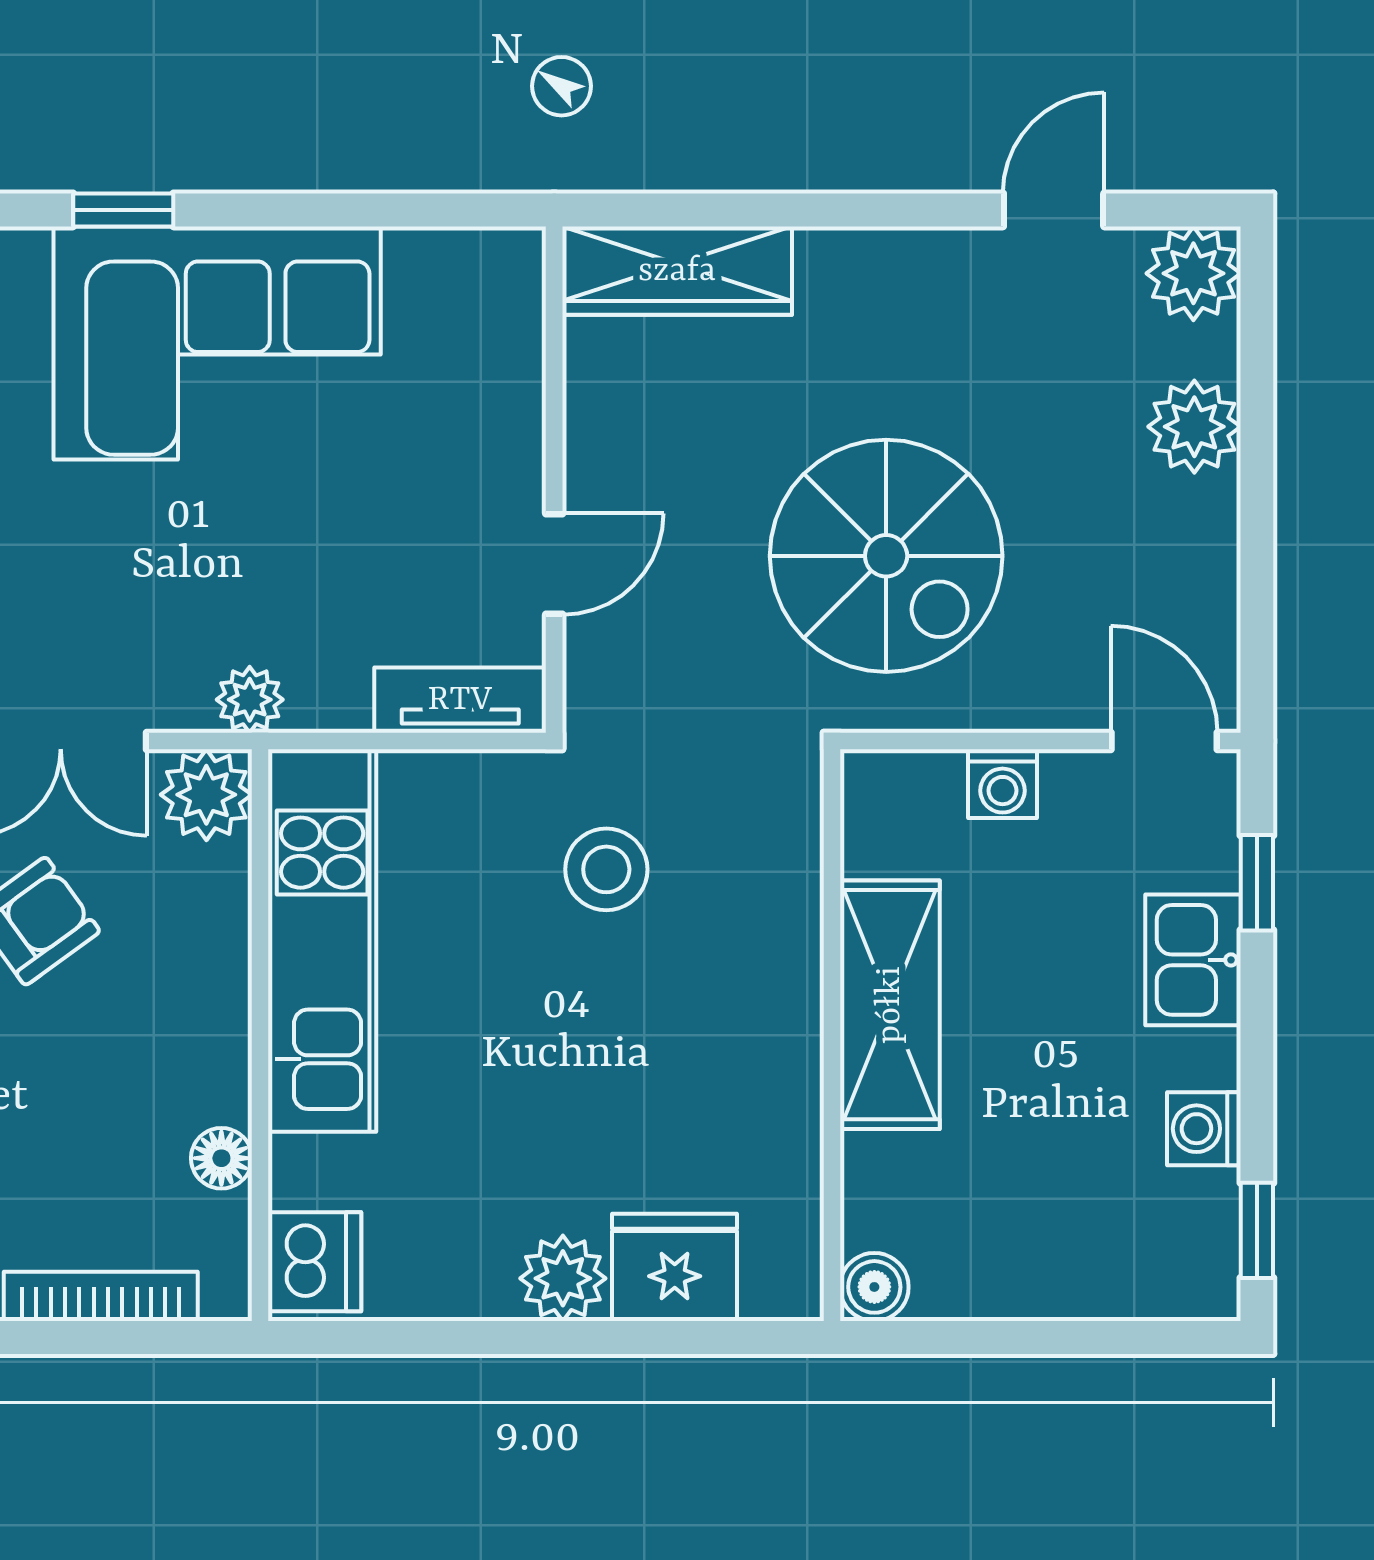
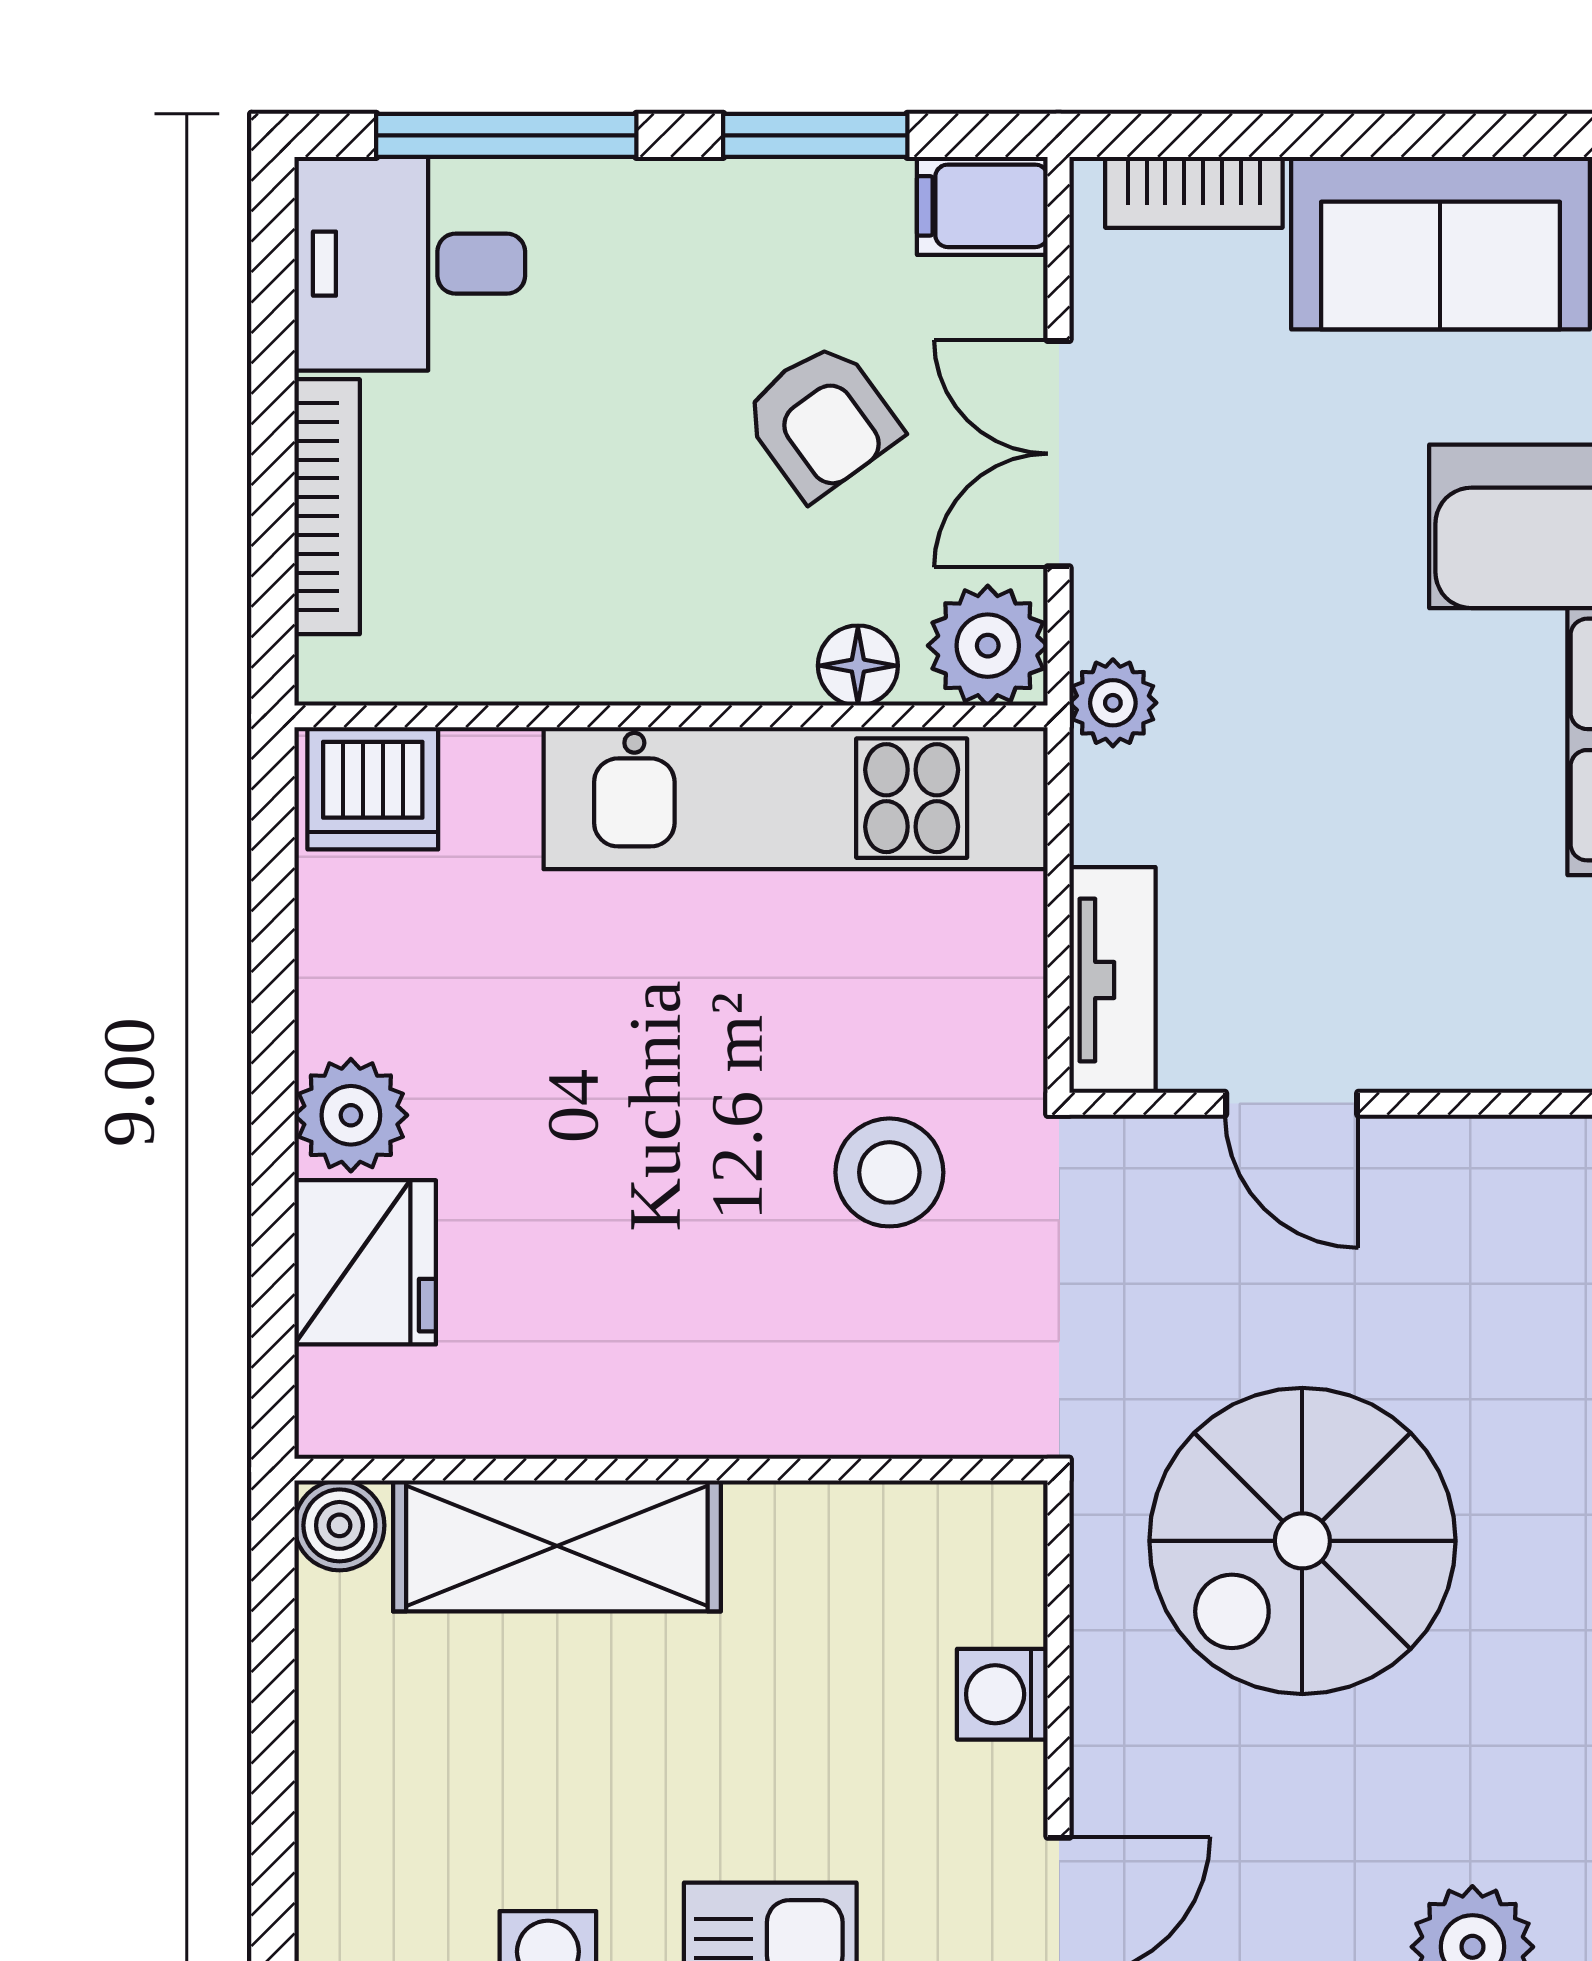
shelving: (890, 1005) -> (557, 1546), moved
floor lamp: (221, 1158) -> (858, 666), moved

